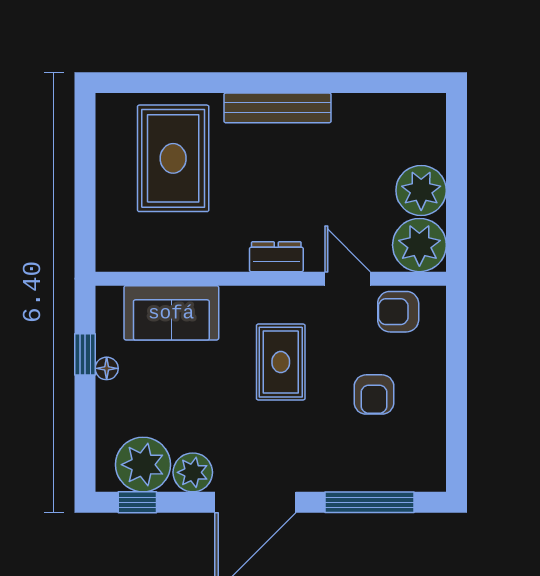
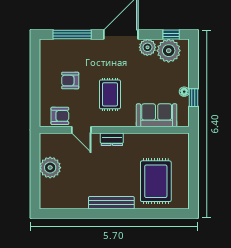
plant: (419, 245) -> (51, 144), removed
armchair: (374, 394) -> (70, 81), turned -90

